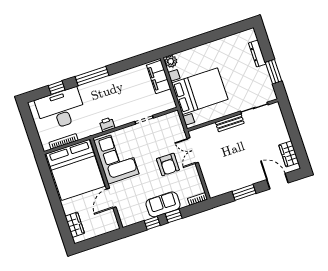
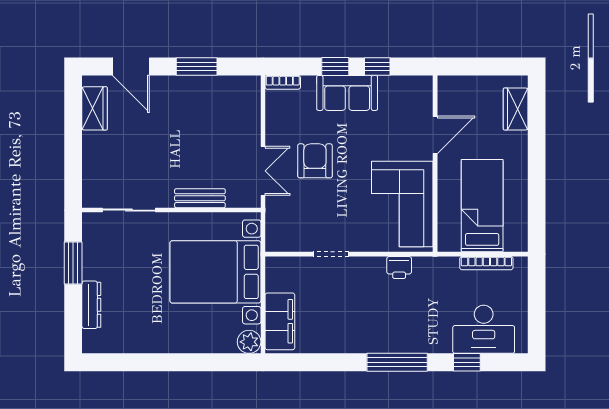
desk: (61, 109) -> (484, 329), width x0.73, depth x0.77
bench: (230, 123) -> (200, 198), moved
bed: (75, 170) -> (482, 206), width x0.49

